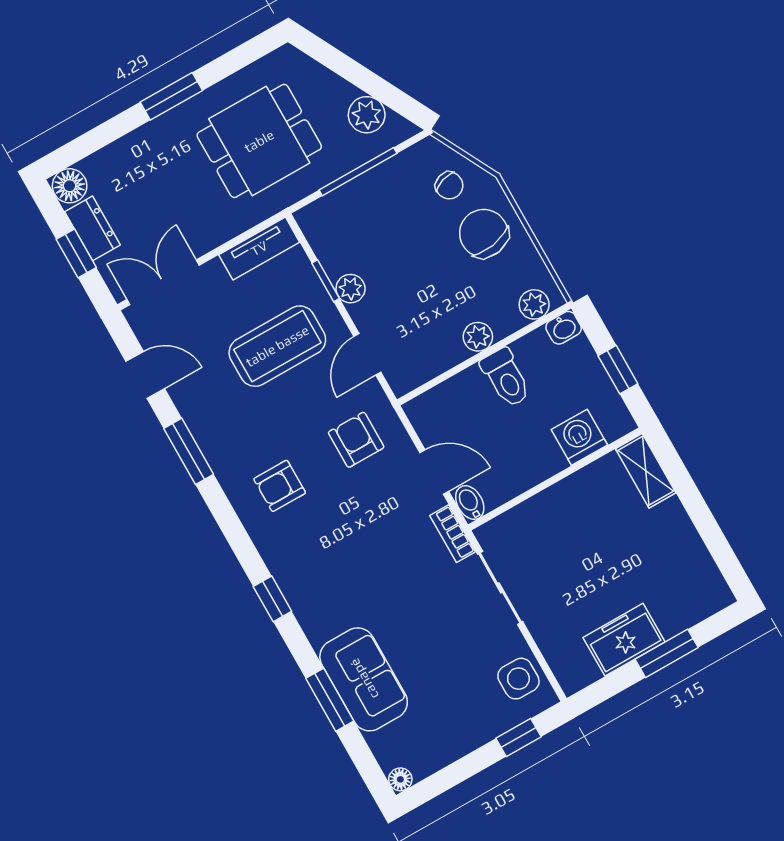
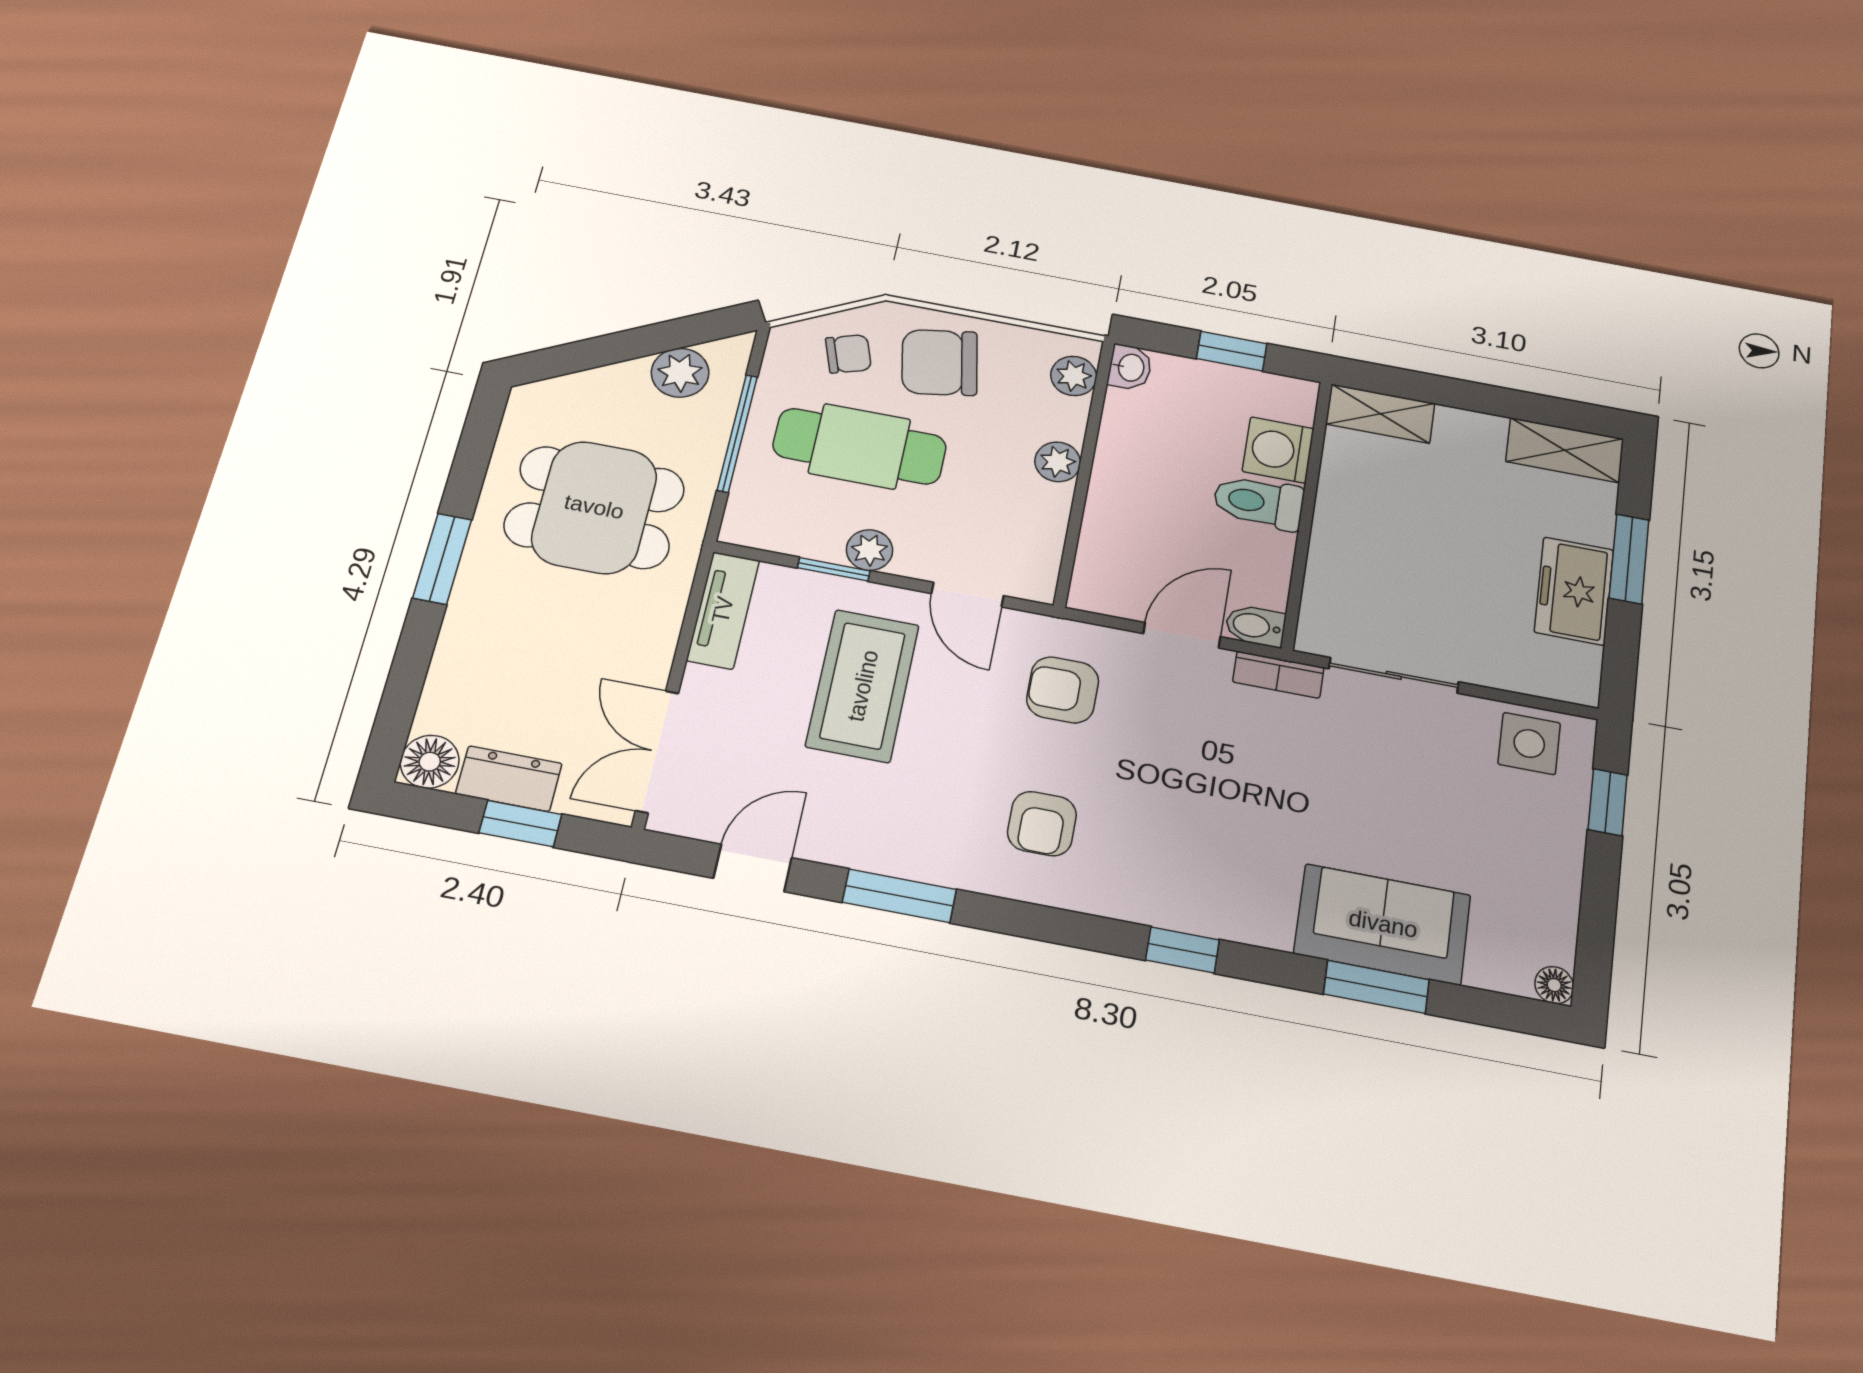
dining table: (259, 141) -> (594, 507), turned 90
cafe table: (402, 235) -> (860, 446), added
toilet: (506, 378) -> (1259, 502), moved, turned 180
shelving: (704, 577) -> (1565, 450), added

